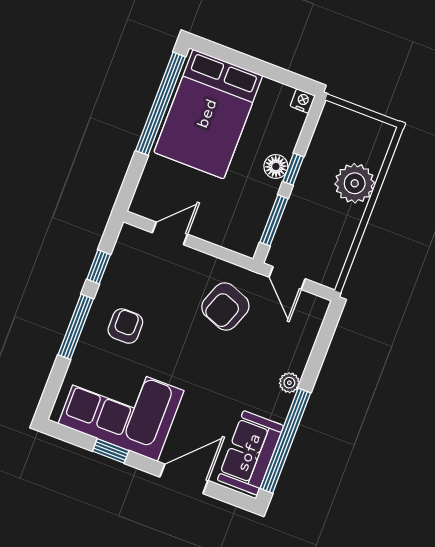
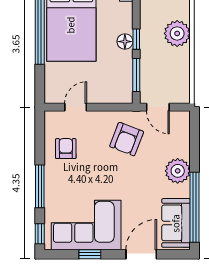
window: (99, 267) -> (40, 234), moved
armchair: (125, 326) -> (66, 149), moved
plant: (289, 383) -> (178, 171), width x1.87, depth x1.87

